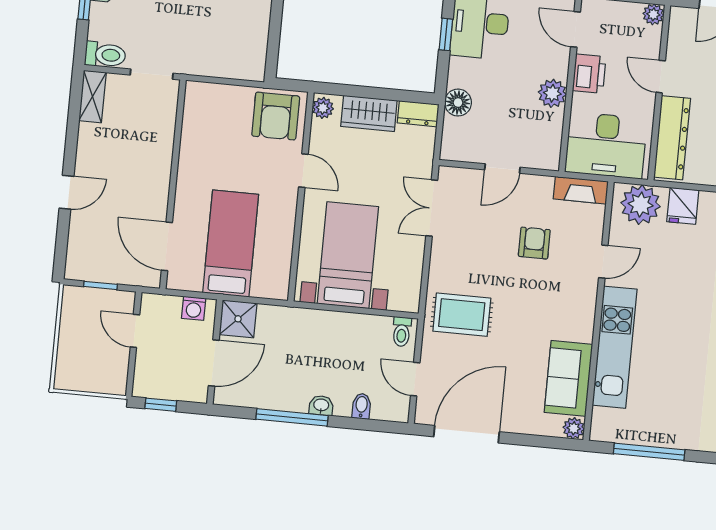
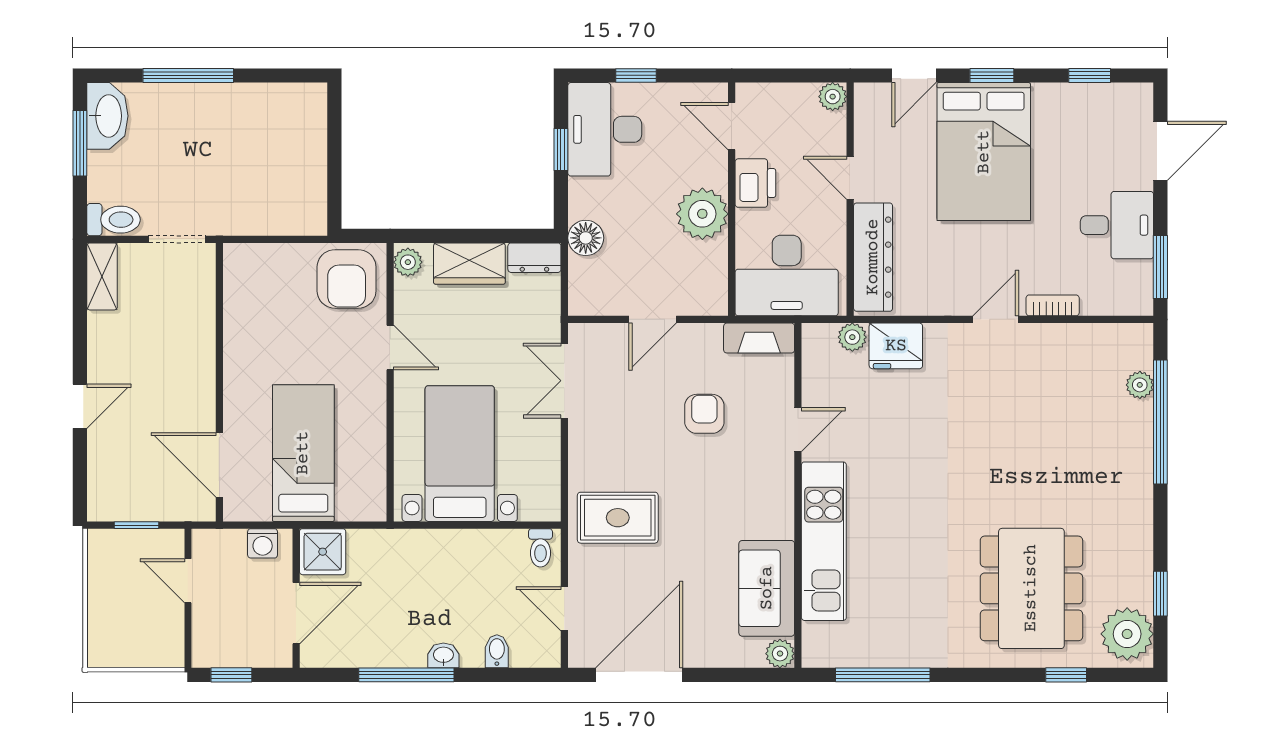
plant: (552, 93) -> (702, 214), width x1.36, depth x1.36
plant: (641, 205) -> (852, 337), width x0.53, depth x0.53
fridge: (683, 206) -> (896, 346), width x1.38

